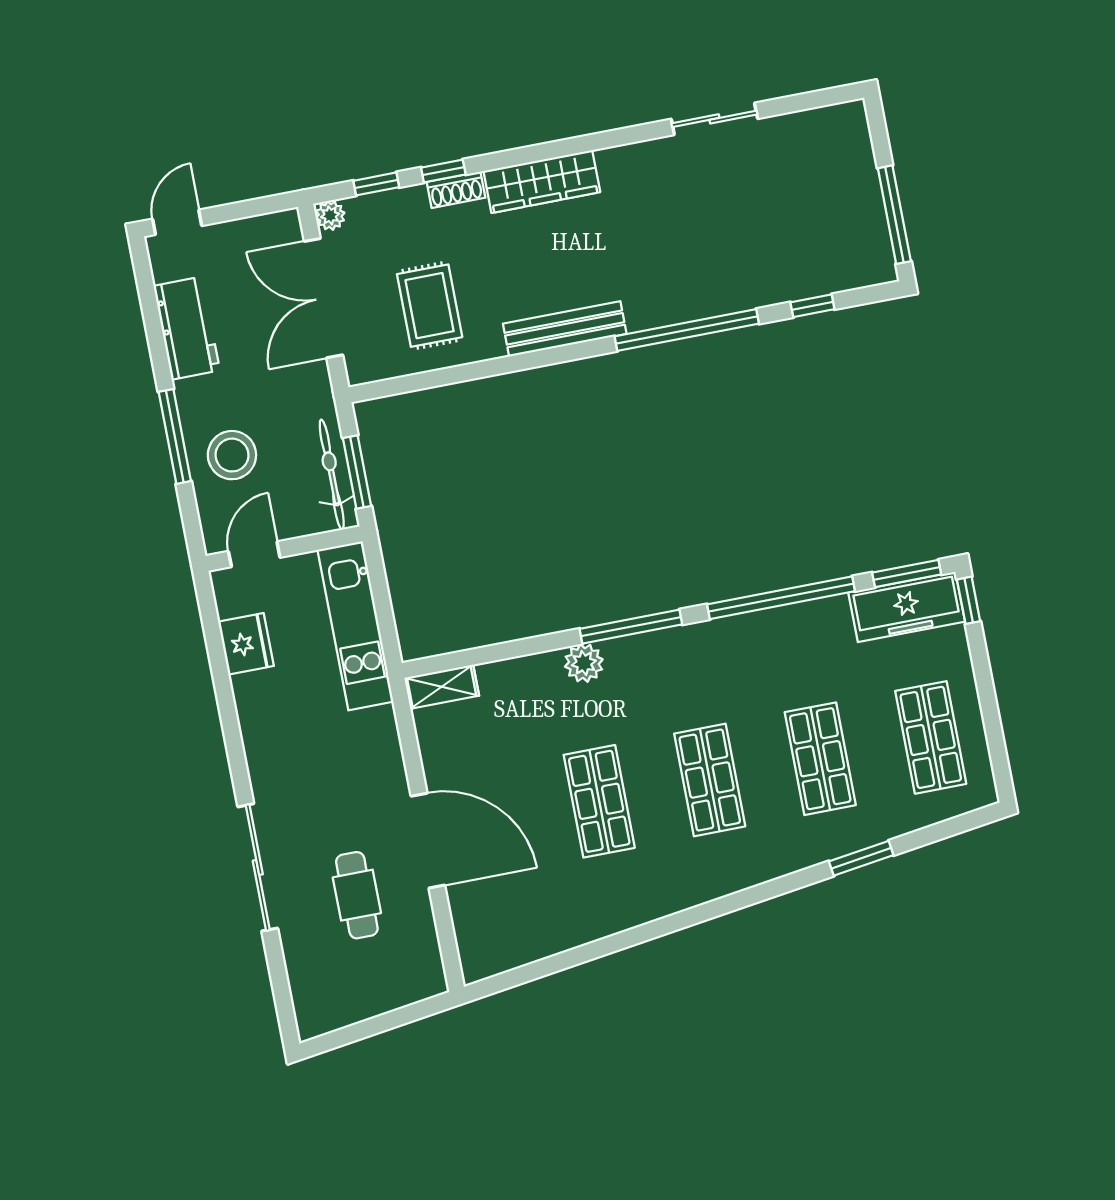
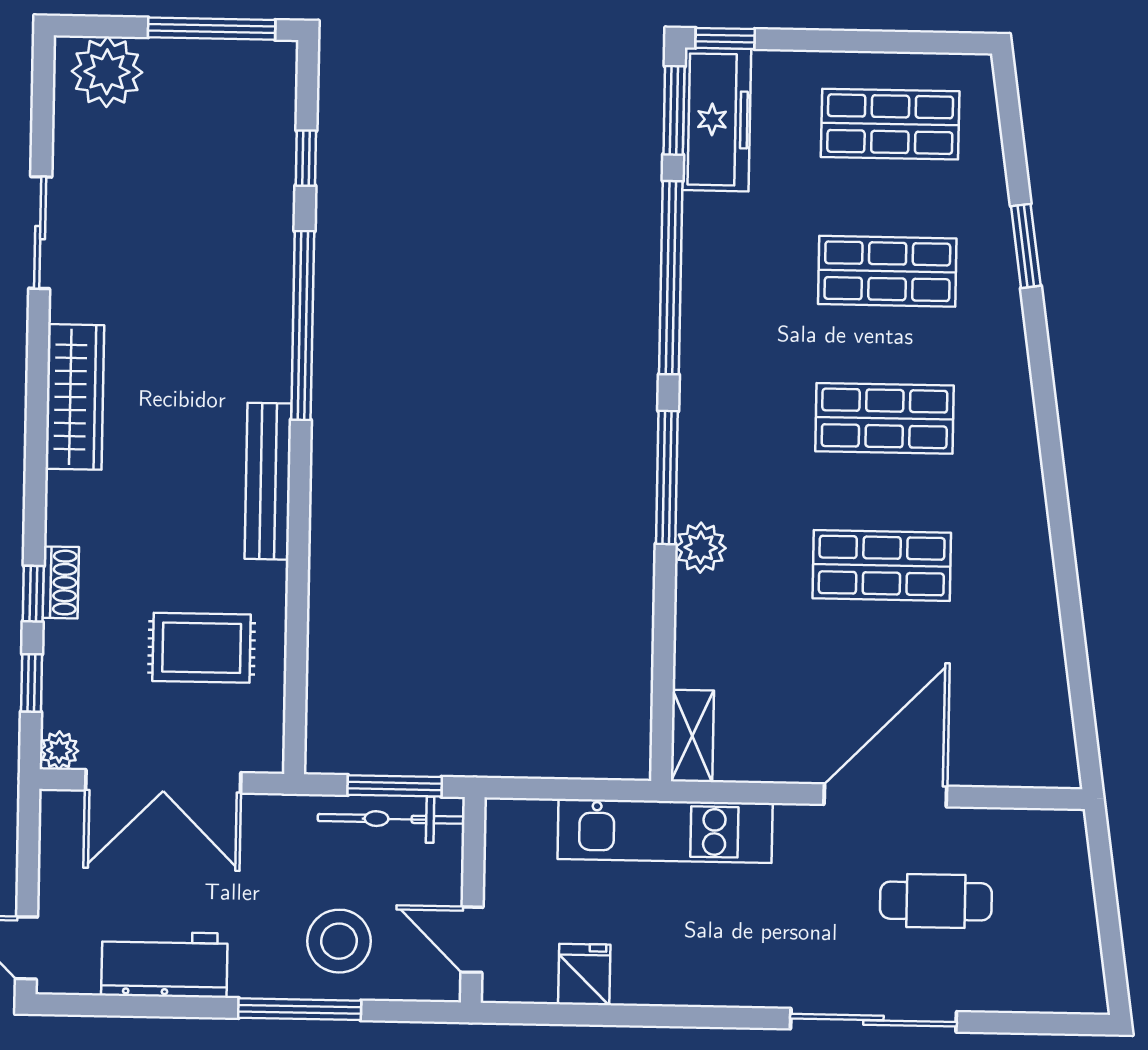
plant: (845, 143) -> (107, 72), added
wardrobe: (542, 182) -> (75, 397), moved
kitchen unit: (355, 626) -> (665, 831), moved
fridge: (246, 644) -> (584, 974), width x0.72

